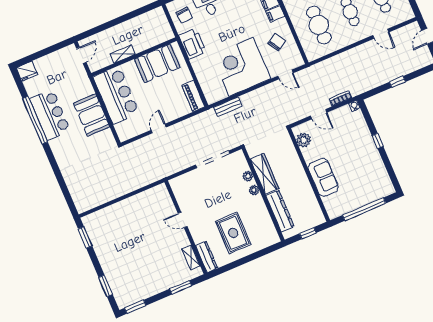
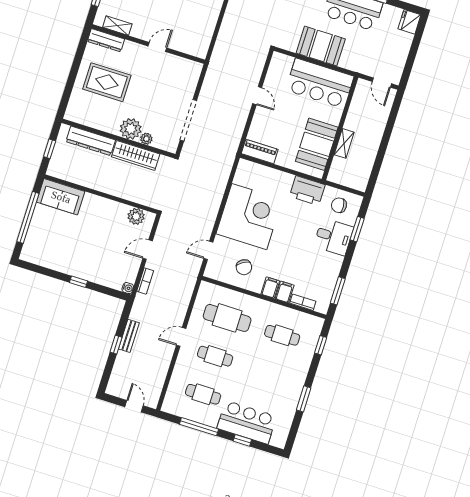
door: (381, 34) -> (181, 337), moved
shelving: (123, 54) -> (344, 143), moved
bench: (228, 107) -> (129, 336), moved
sofa: (323, 177) -> (61, 197), moved
plant: (254, 190) -> (131, 129), width x1.88, depth x1.88

